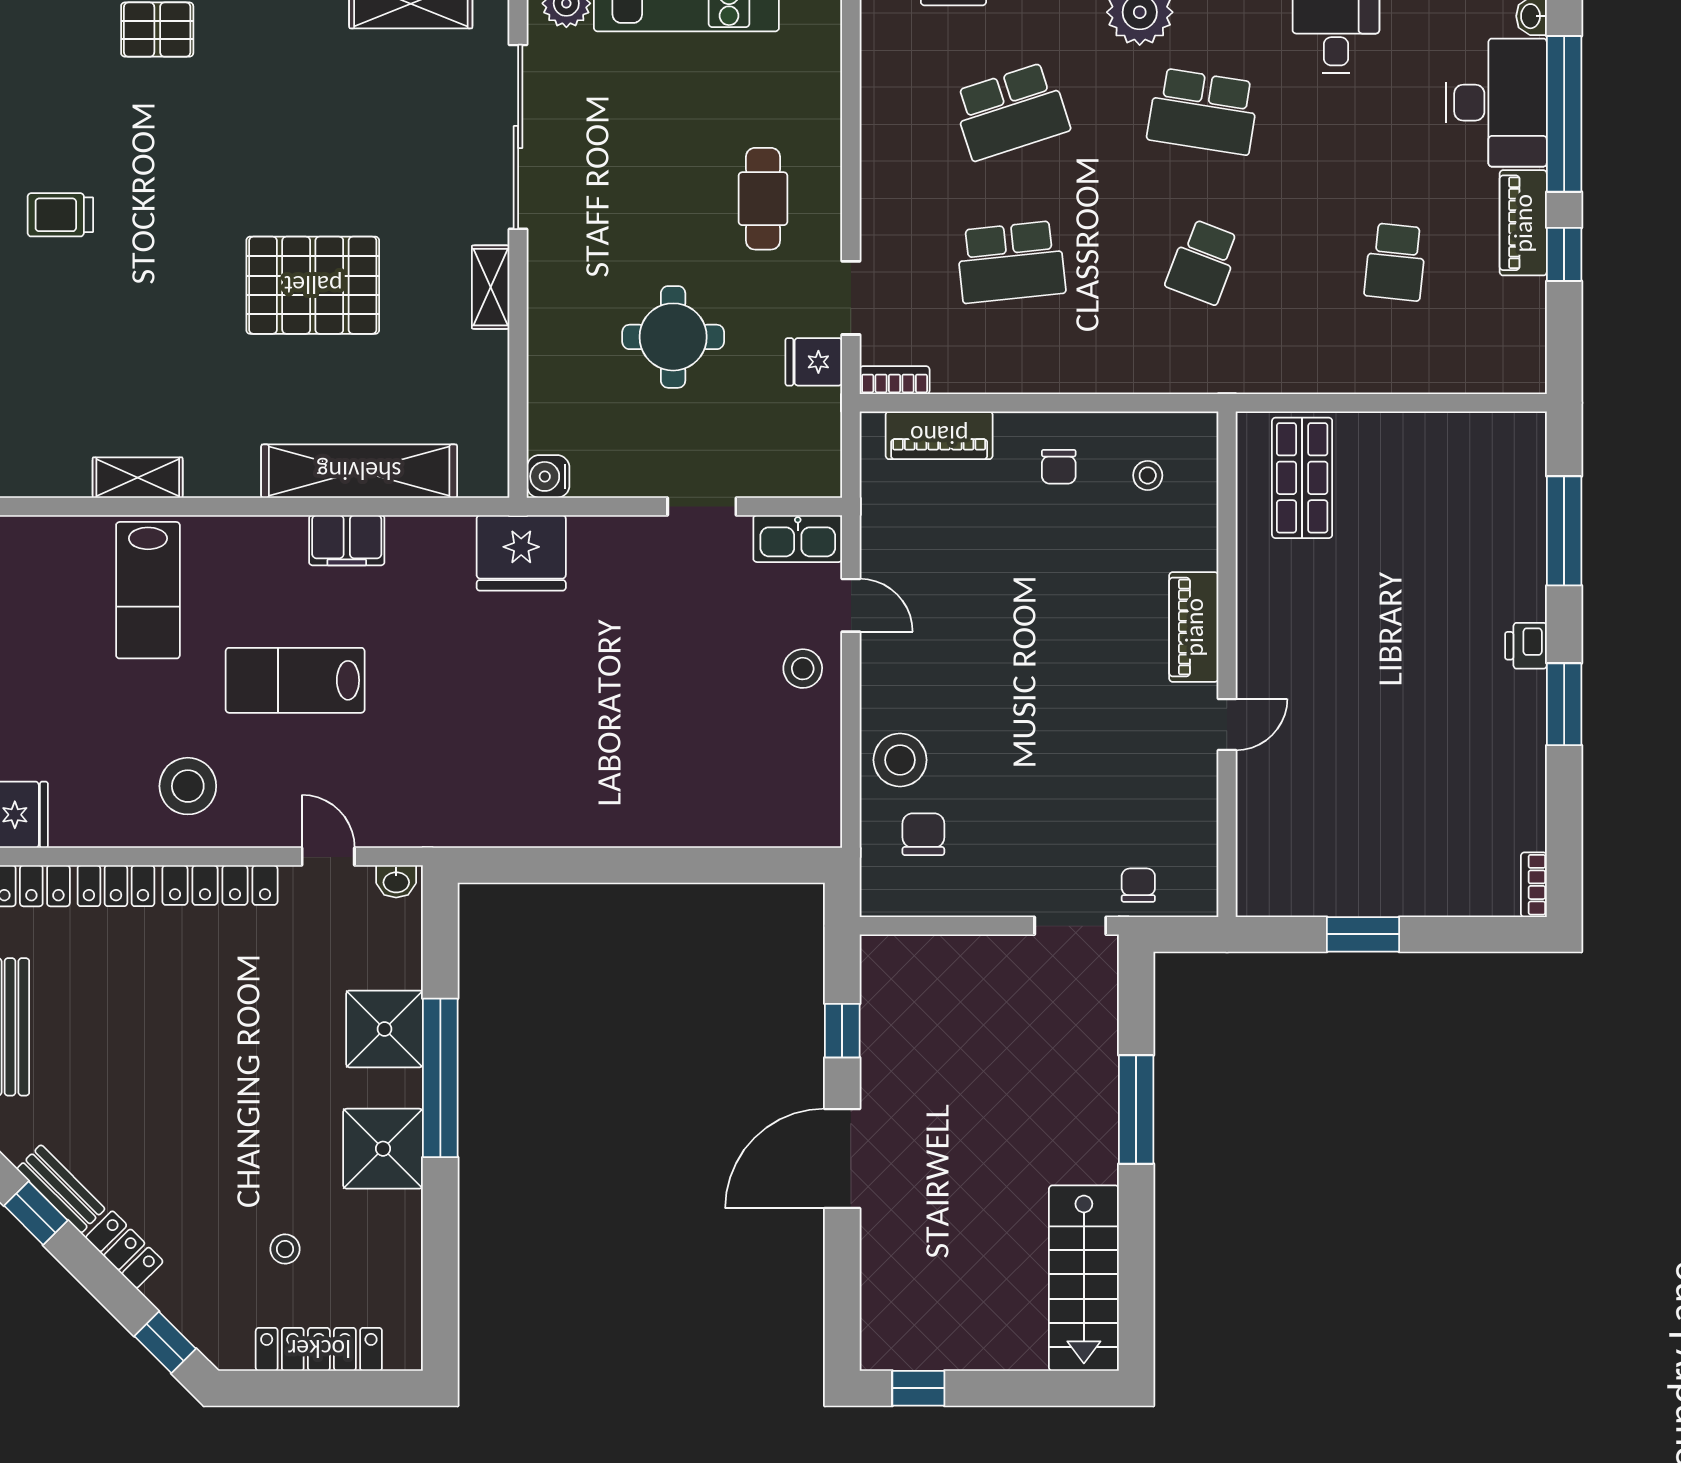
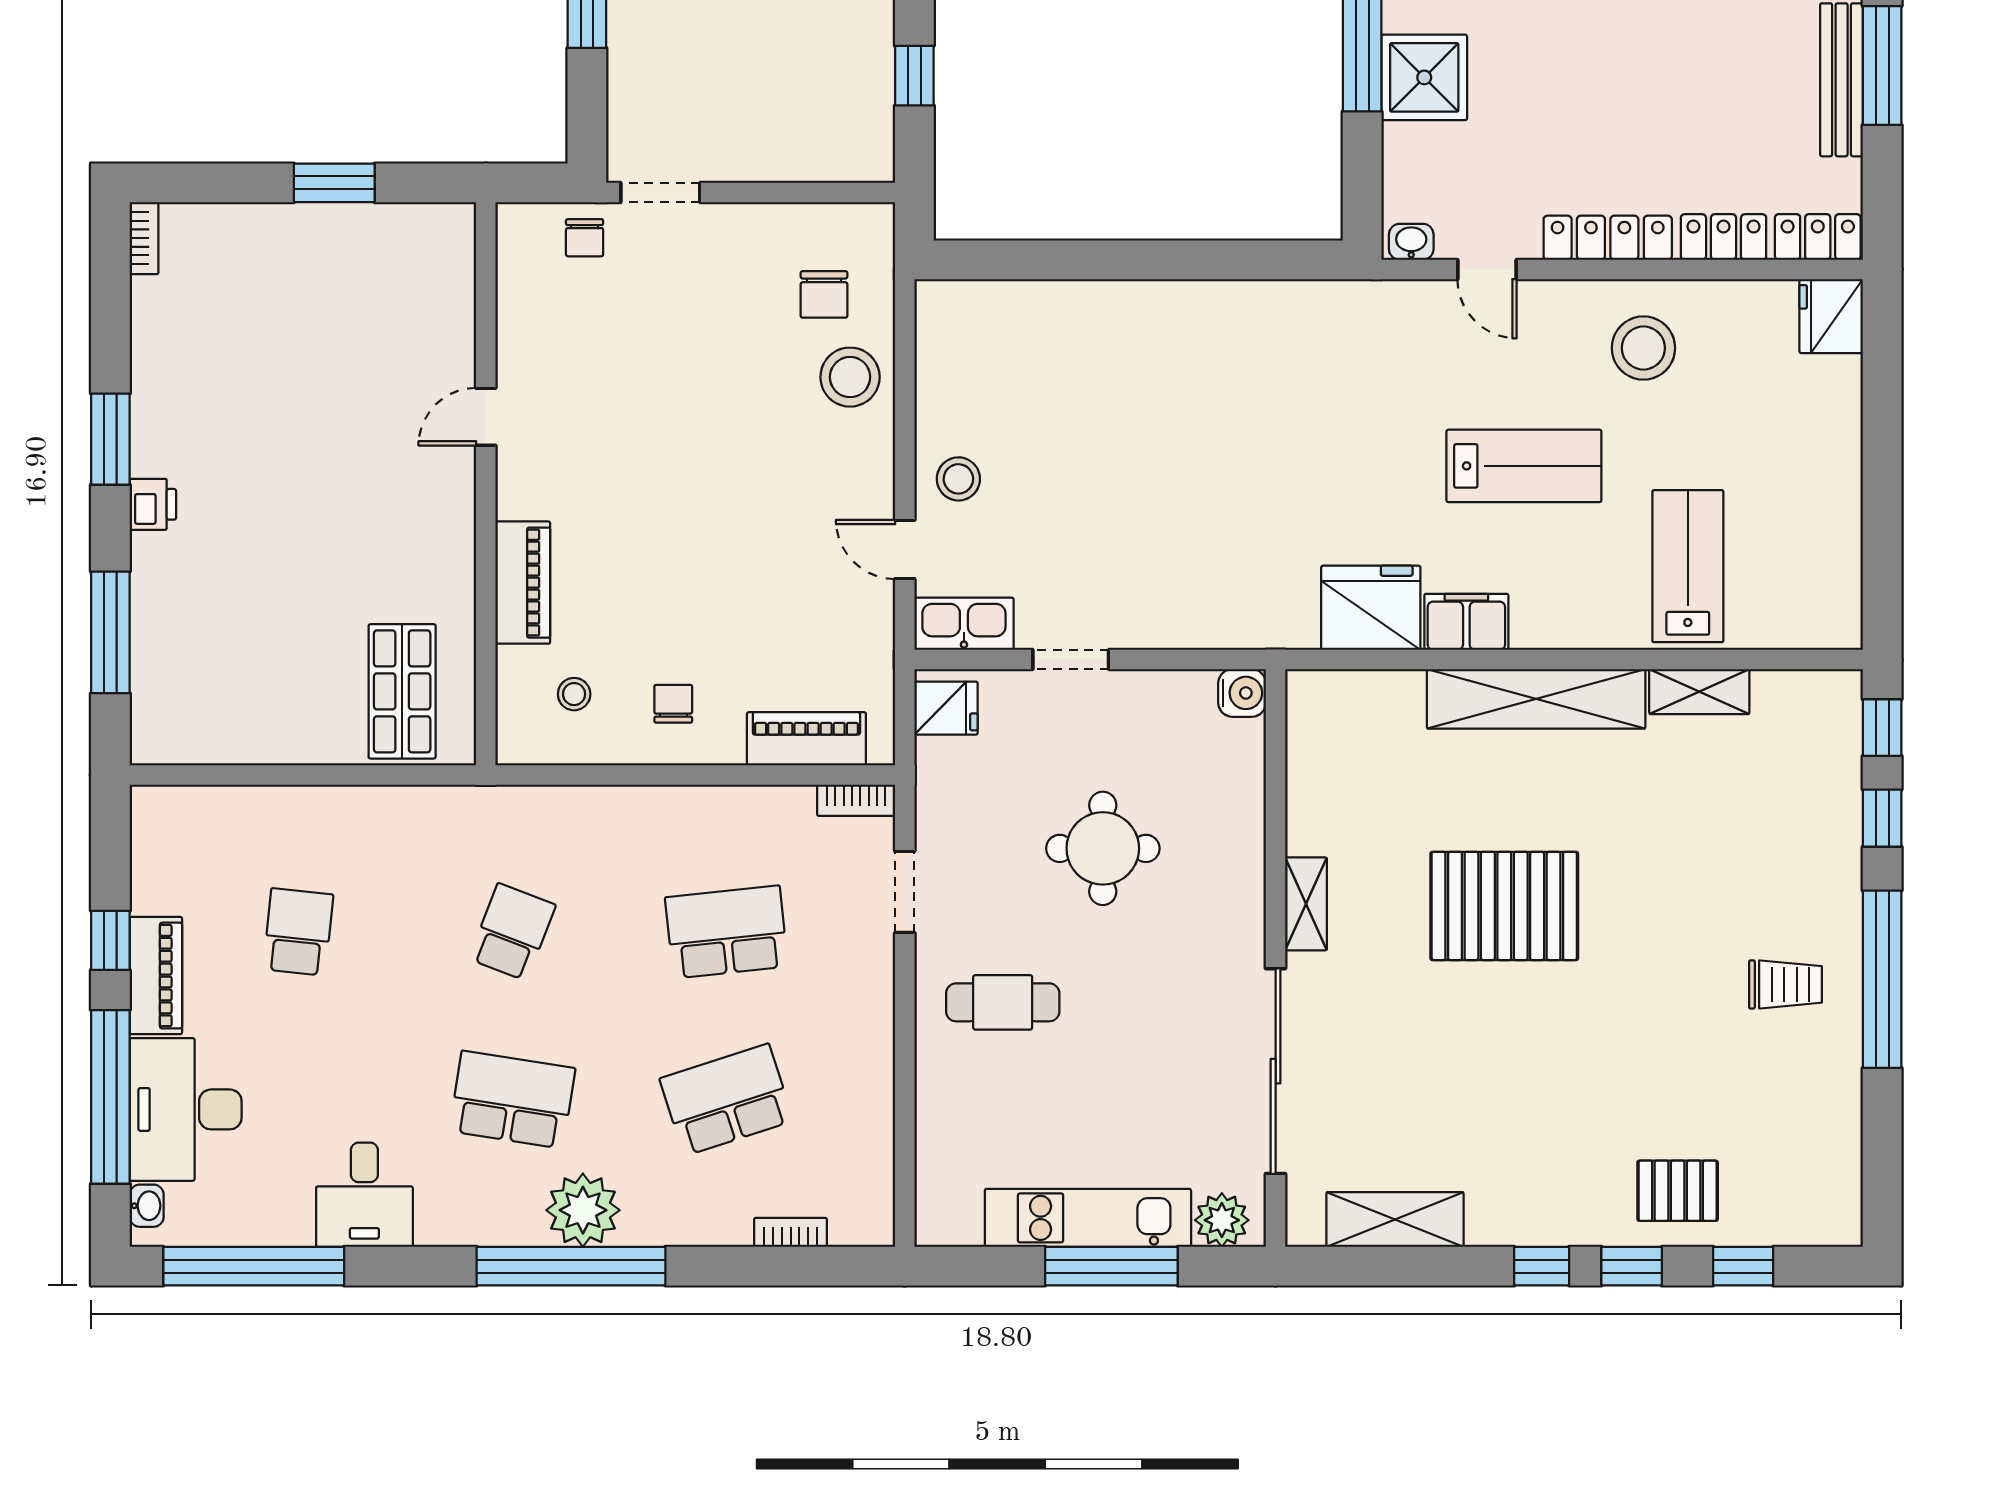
cafe table: (763, 199) -> (1003, 1002), turned 90
fridge: (814, 362) -> (946, 708), moved
shelving: (359, 471) -> (1536, 699), moved
fridge: (521, 553) -> (1371, 608), moved
piano: (1194, 627) -> (523, 583), moved

